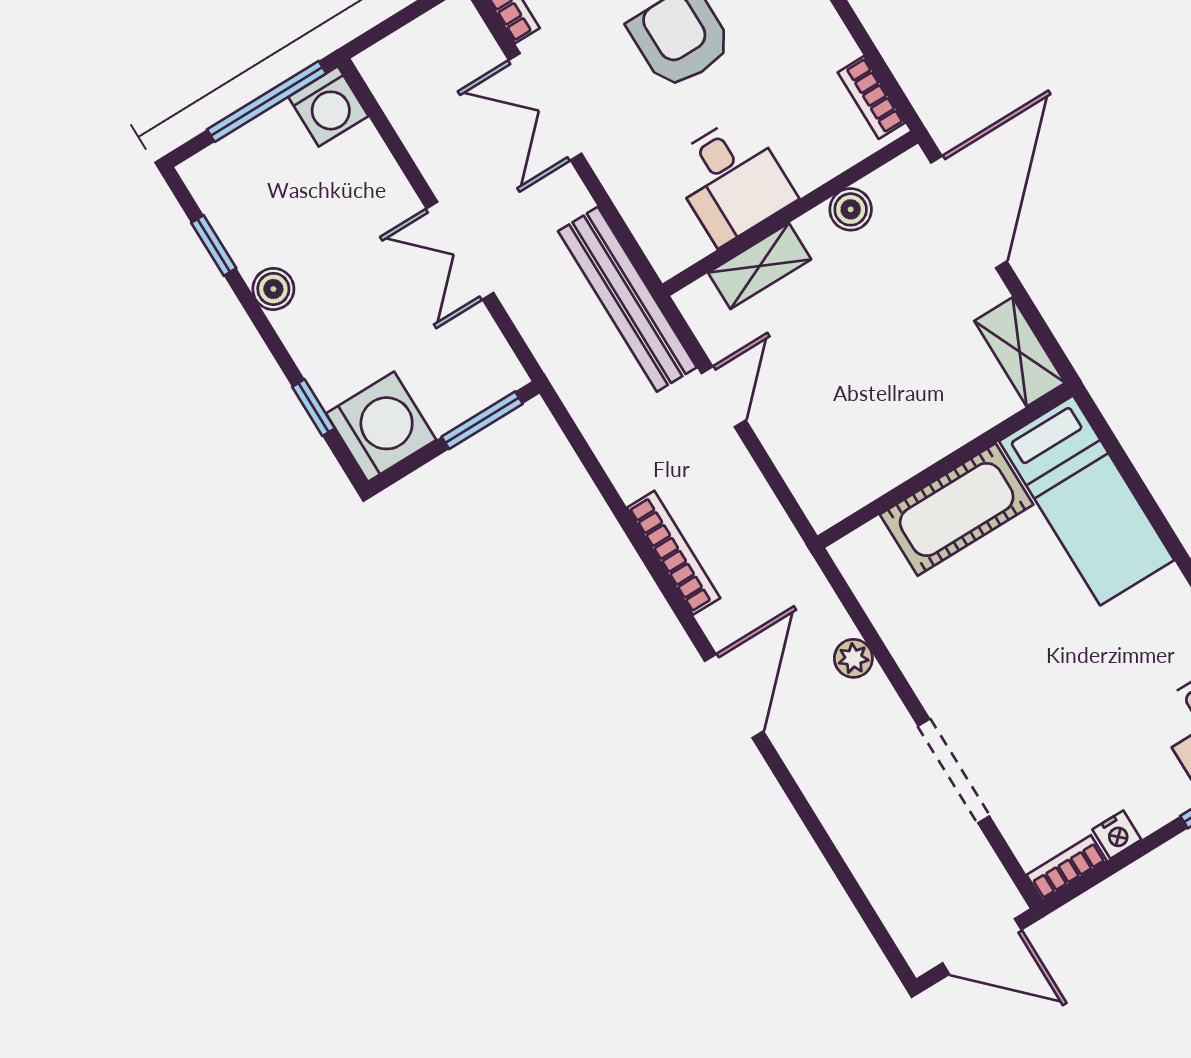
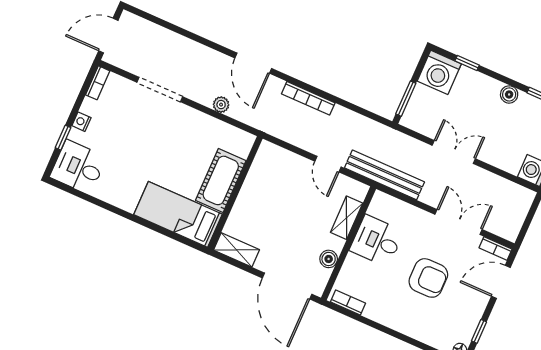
nightstand: (1117, 835) -> (81, 122), moved

